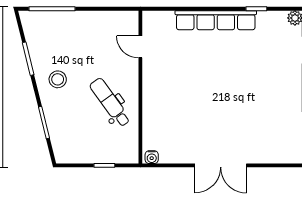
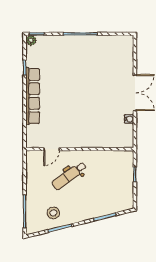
stool: (58, 79) -> (53, 213), moved
dental chair: (110, 102) -> (69, 176), moved
water cooler: (152, 157) -> (129, 119), moved

